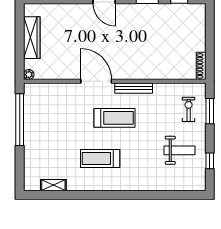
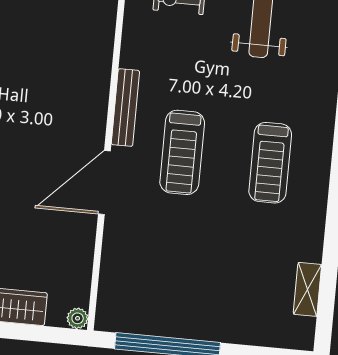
treadmill: (114, 118) -> (182, 152), turned 180
treadmill: (100, 158) -> (270, 163), moved

